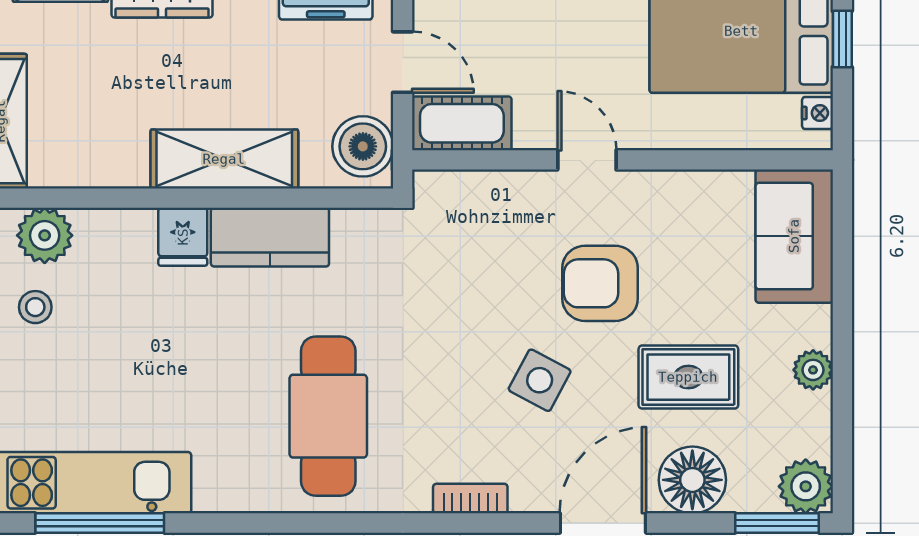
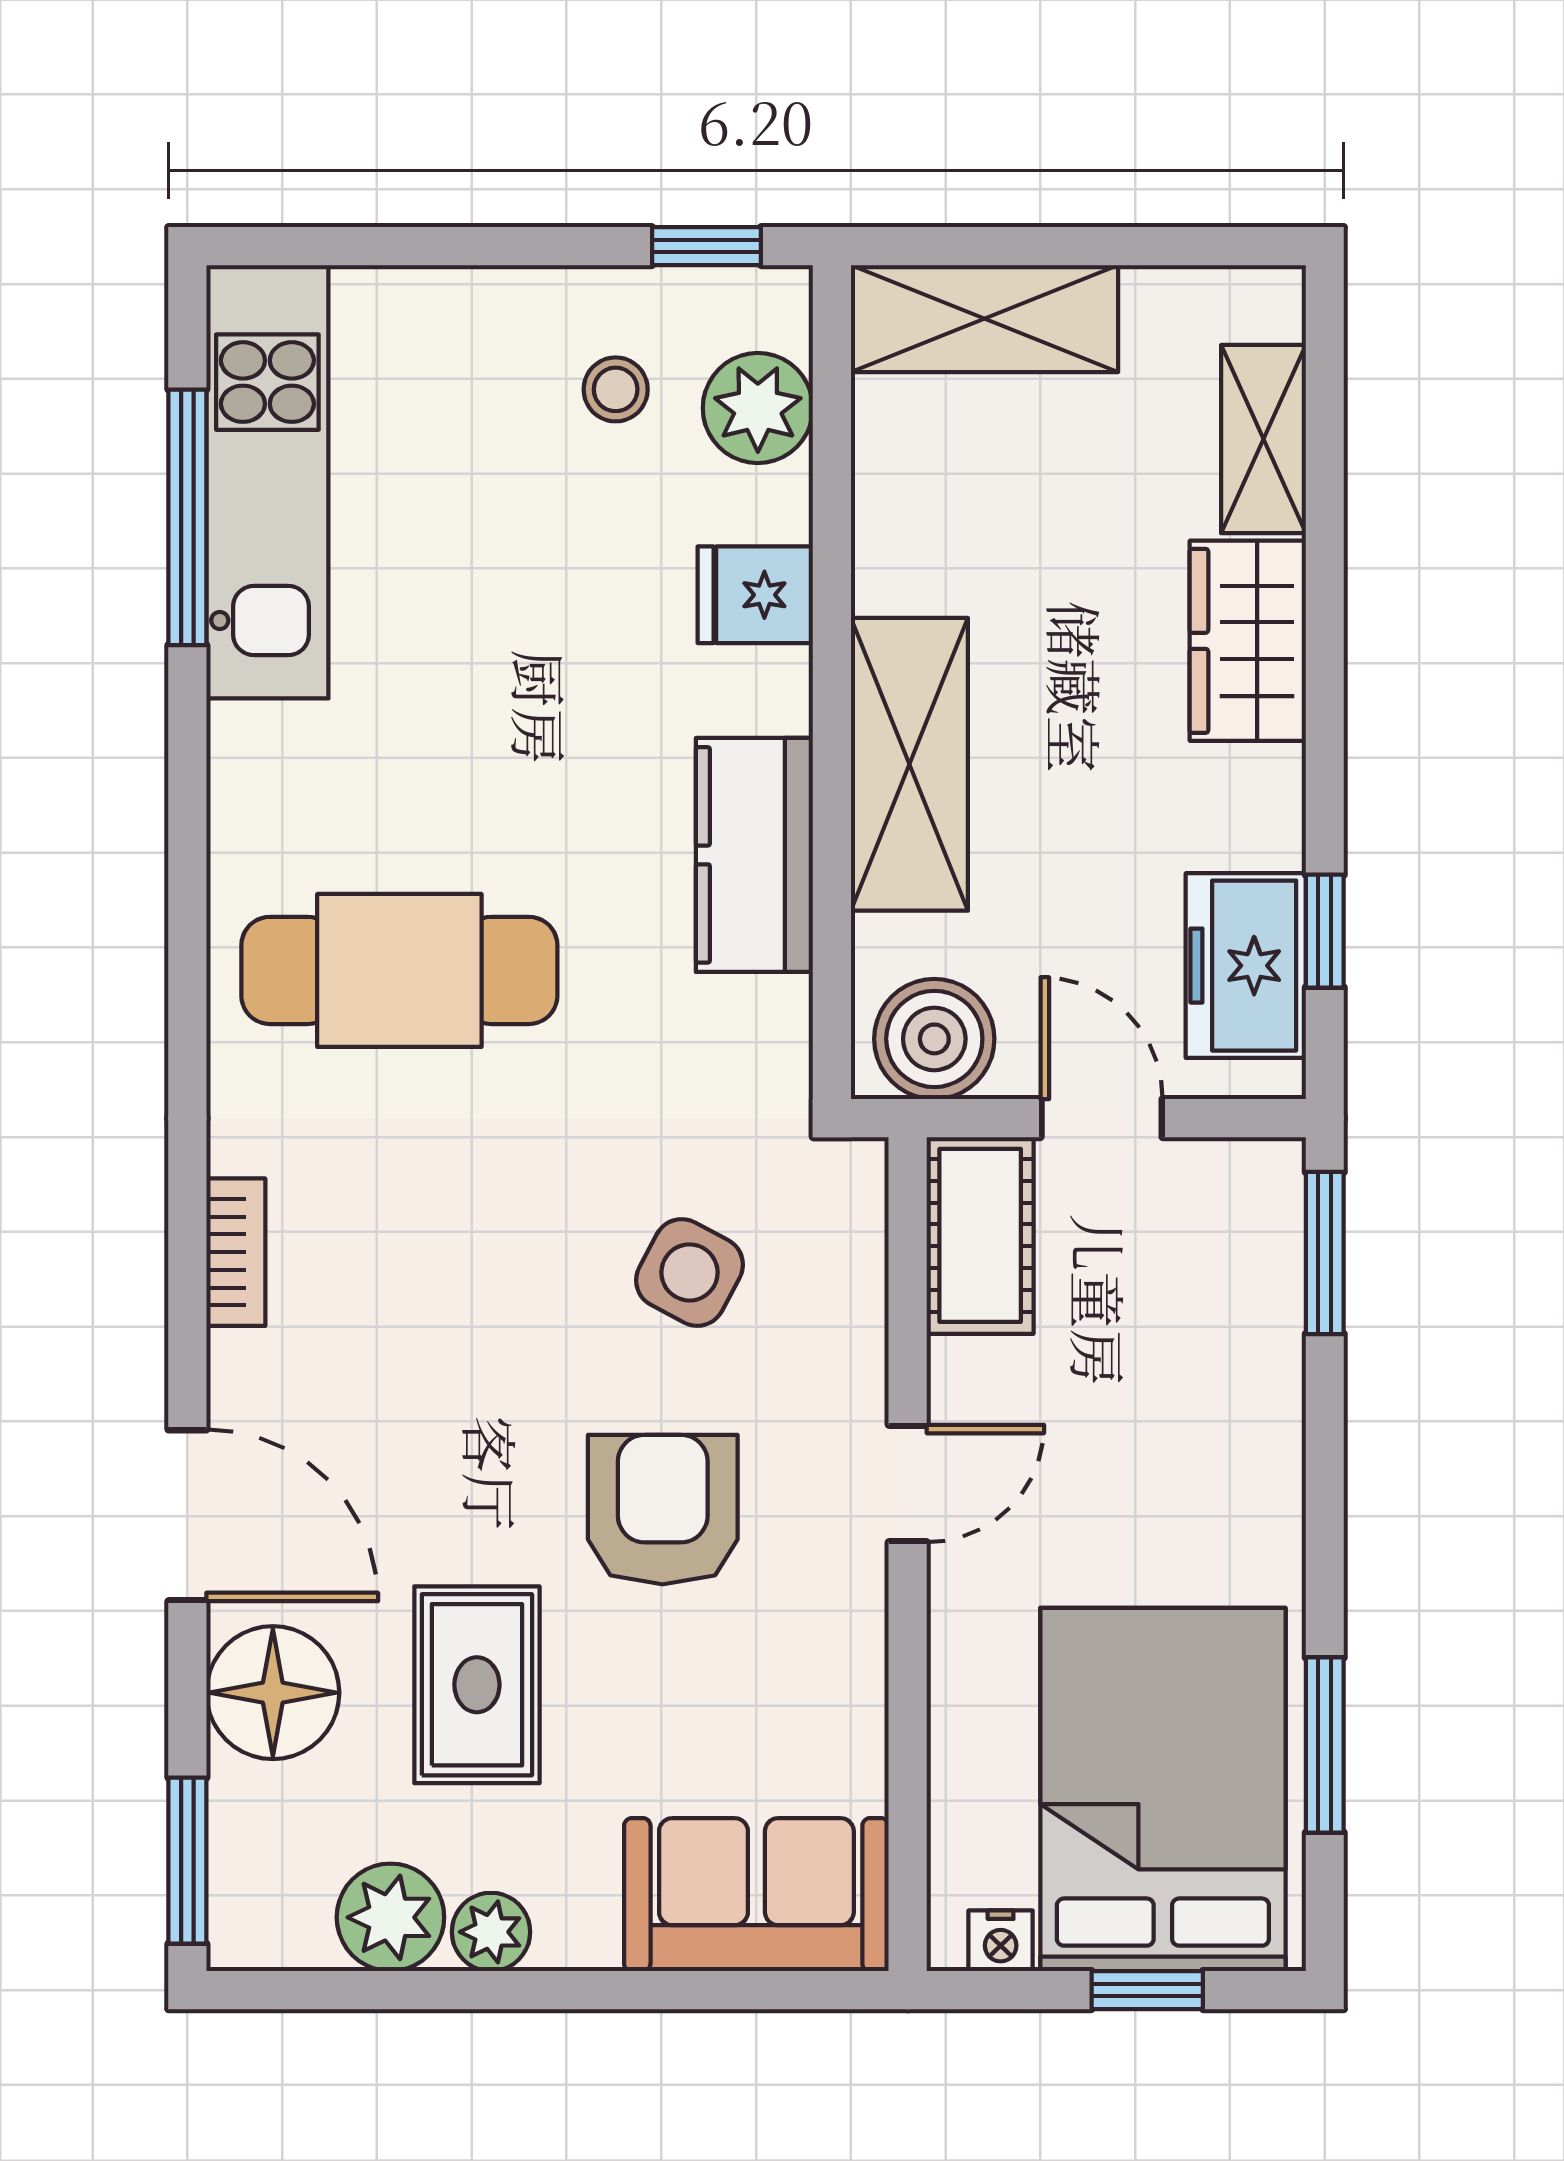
door: (403, 62) -> (1102, 1118), swing flipped
fridge: (183, 237) -> (755, 595), moved
side table: (540, 380) -> (689, 1272), moved
plant: (806, 486) -> (390, 1917), moved

